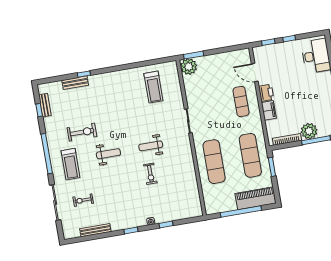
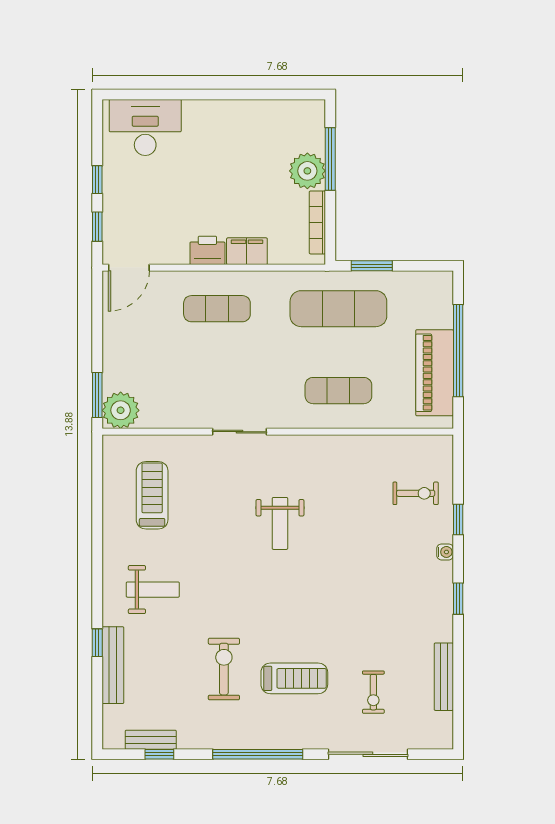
door: (255, 72) -> (129, 268), moved
bench: (75, 83) -> (113, 665), width x1.36
treadmill: (153, 87) -> (152, 495), turned -90
weight bench: (108, 154) -> (153, 590), moved, turned 90
exercise mat: (214, 162) -> (338, 391), width x0.73, depth x0.69
treadmill: (70, 164) -> (294, 678), moved
exercise bike: (150, 174) -> (416, 493), moved
piano: (255, 198) -> (435, 373), moved

